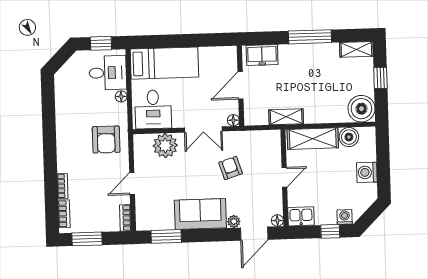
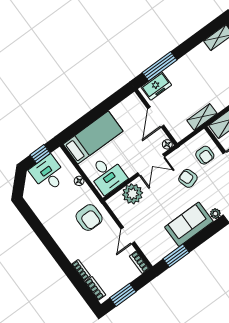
window: (310, 37) -> (160, 66), moved
desk: (108, 73) -> (48, 174), moved, turned -90
armchair: (263, 156) -> (205, 155), added

